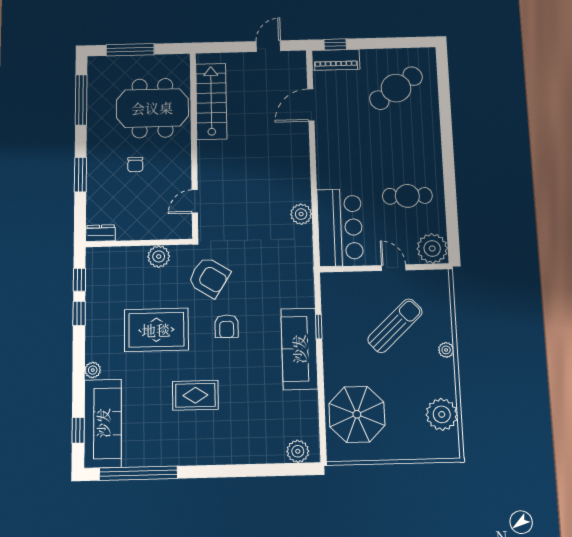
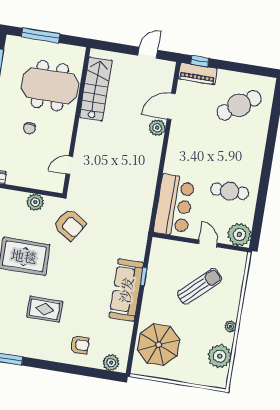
plant: (301, 214) -> (157, 128), moved
armchair: (227, 326) -> (80, 345), moved, turned -90
plant: (446, 350) -> (231, 326), moved

